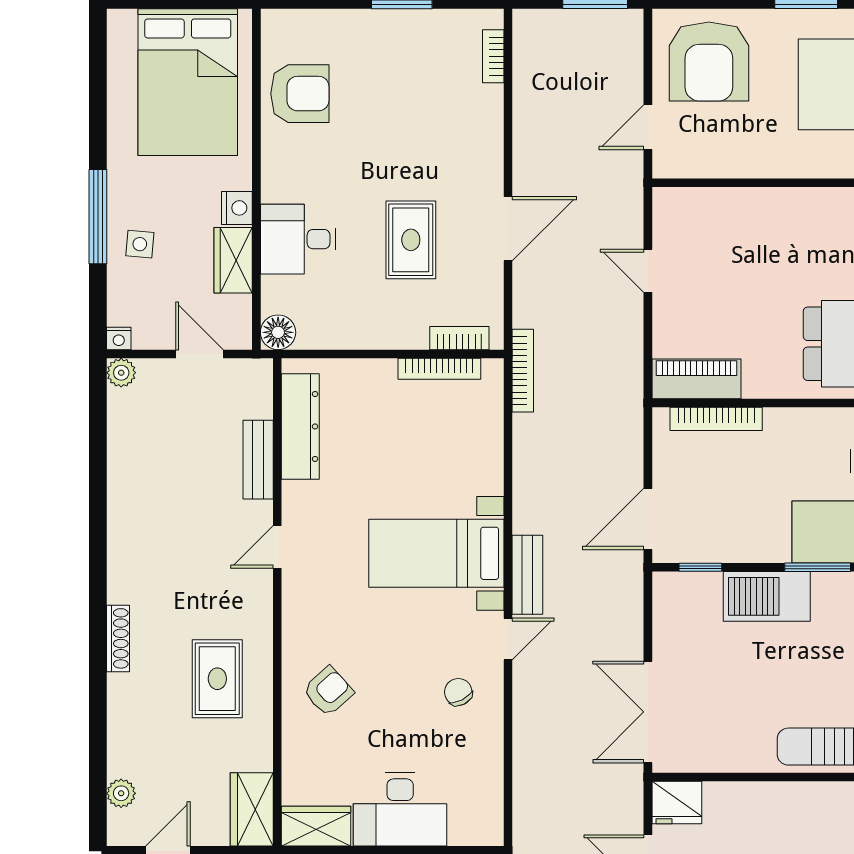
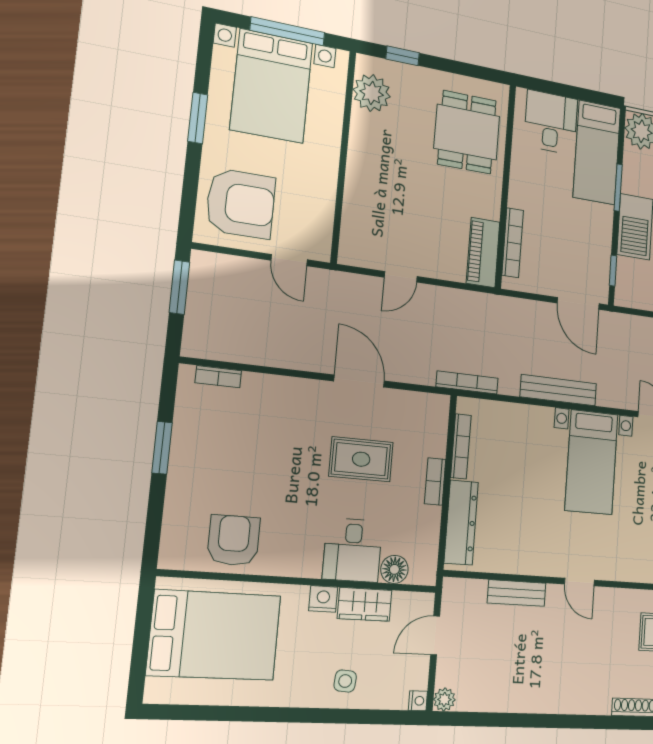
window: (98, 217) -> (320, 716), removed
floor lamp: (278, 332) -> (394, 569), moved
bookcase: (459, 338) -> (435, 481), moved
dresser: (300, 426) -> (461, 523), moved, turned 90
bench: (527, 575) -> (559, 390), moved, width x1.36

